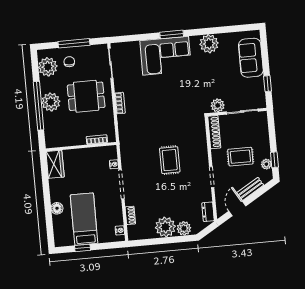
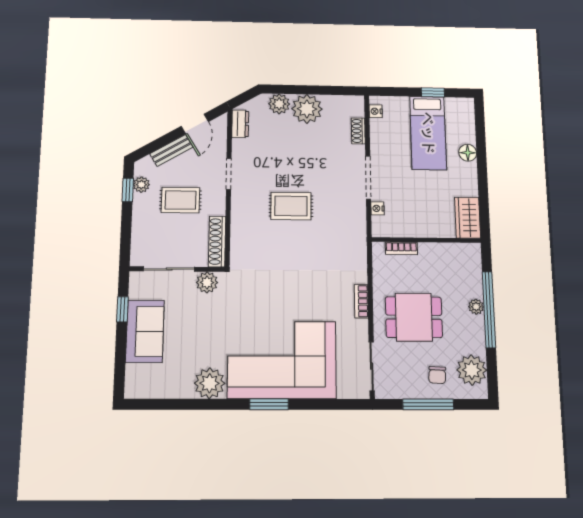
corner sofa: (166, 56) -> (282, 360), width x1.36, depth x1.36
sofa: (251, 58) -> (145, 331), moved
plant: (51, 102) -> (476, 307), width x0.53, depth x0.53
rug: (170, 160) -> (291, 206), turned 90

